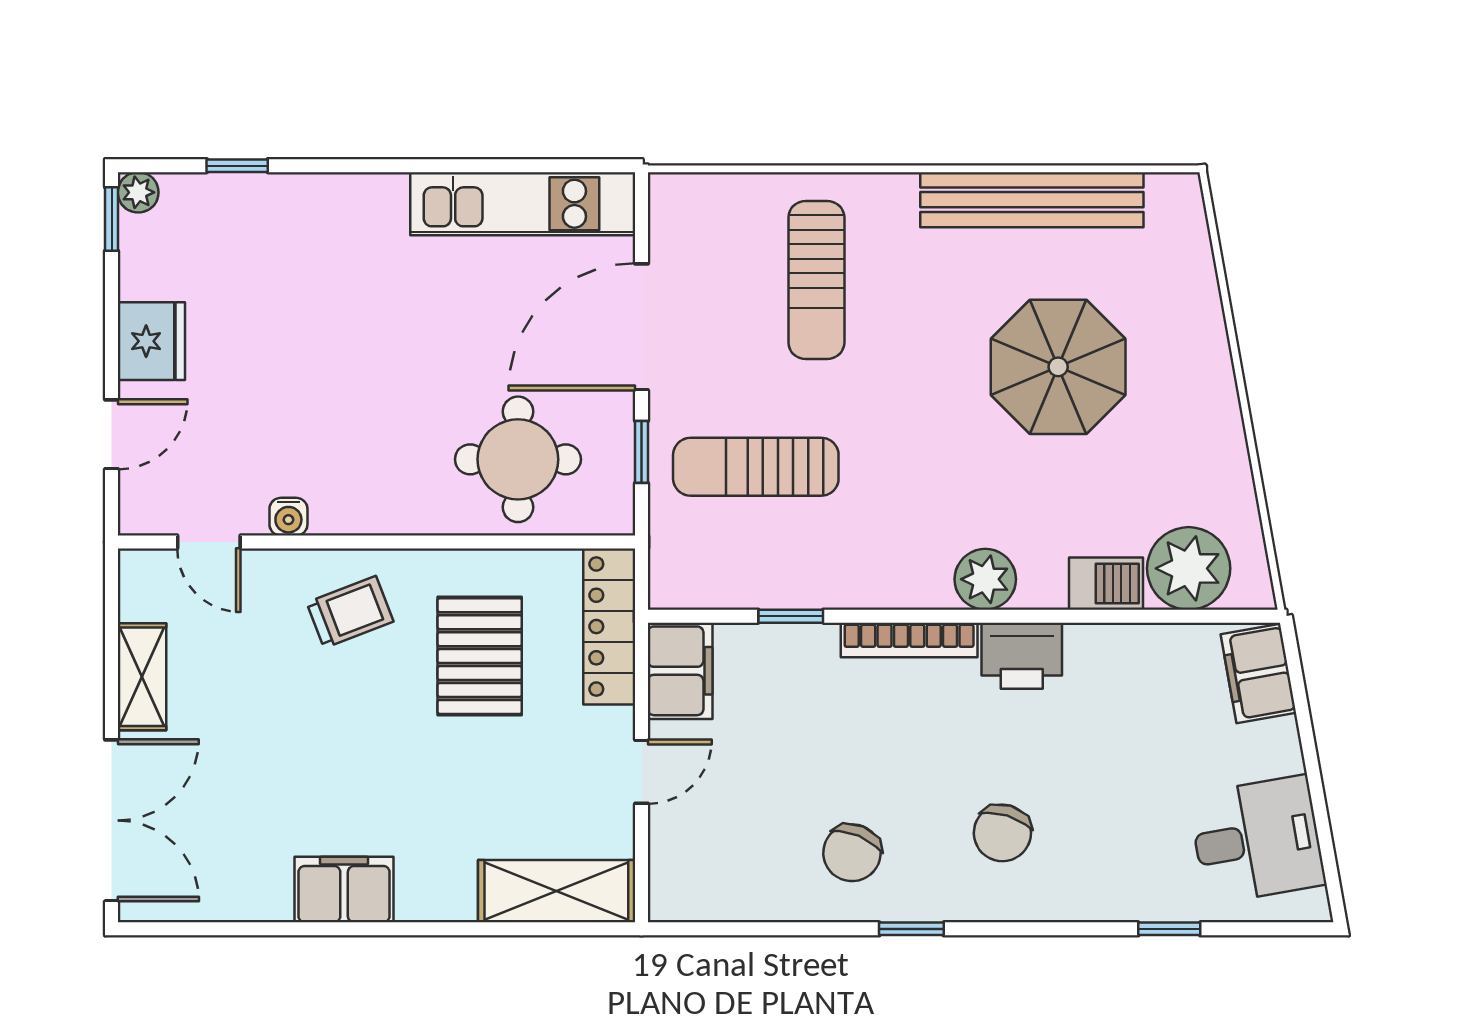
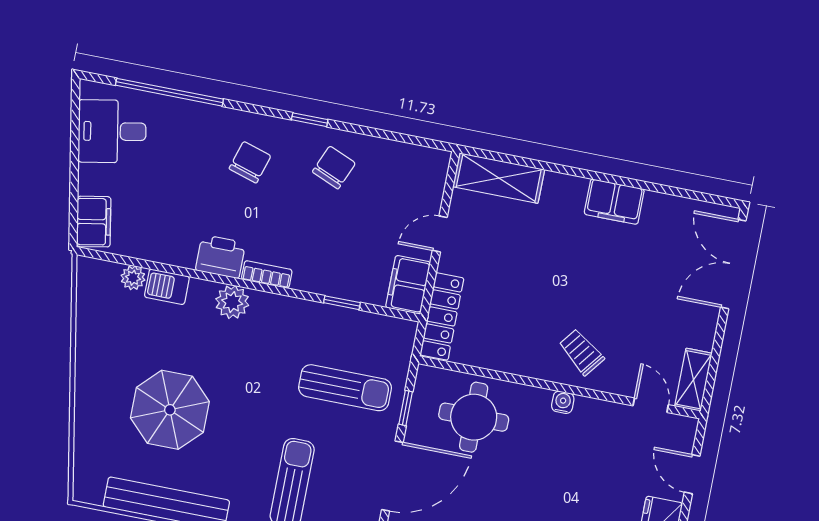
door: (112, 434) -> (692, 474), hinge flipped
water cooler: (288, 517) -> (563, 402), moved
plant: (1189, 568) -> (133, 278), width x0.53, depth x0.53
trolley: (350, 612) -> (581, 352), turned 59
bookcase: (909, 640) -> (267, 274), width x0.64
pallet: (480, 656) -> (515, 314), removed
shelving: (142, 677) -> (693, 380), moved
window: (1169, 929) -> (169, 92), width x3.17

